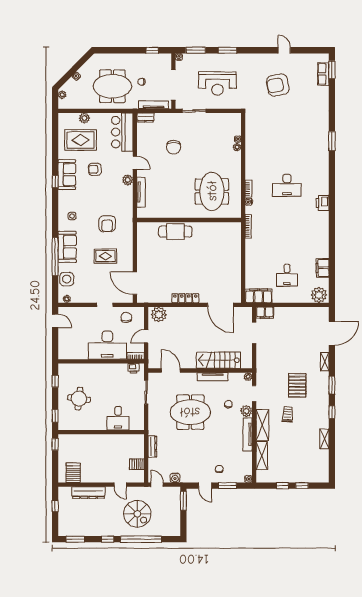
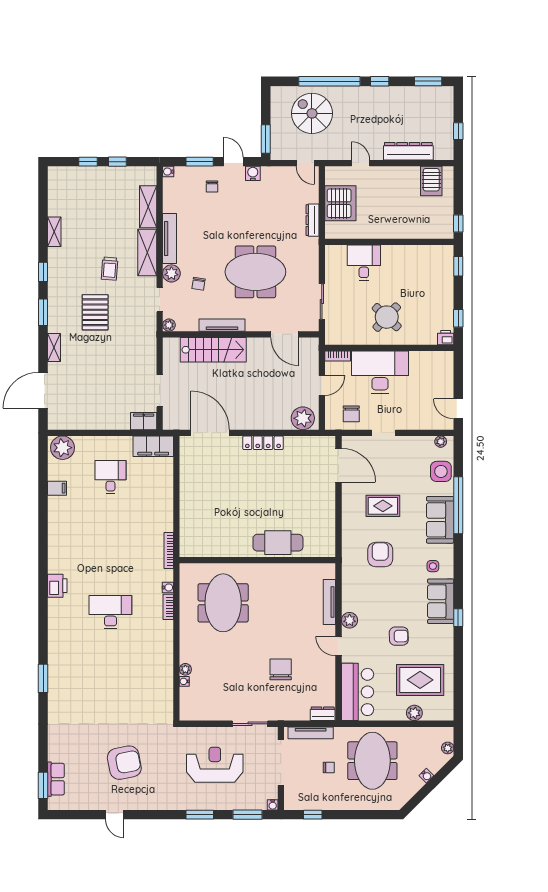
meeting table: (112, 86) -> (372, 761), turned 90
sofa: (67, 175) -> (441, 601), moved
filing cabinet: (323, 268) -> (57, 488), width x0.50
printer: (134, 368) -> (446, 338), moved
round table: (79, 399) -> (387, 317), moved, turned 36
server rack: (137, 464) -> (340, 203), width x2.18, depth x1.44
water cooler: (175, 478) -> (253, 173), moved
spiral stairs: (137, 514) -> (312, 113), moved

